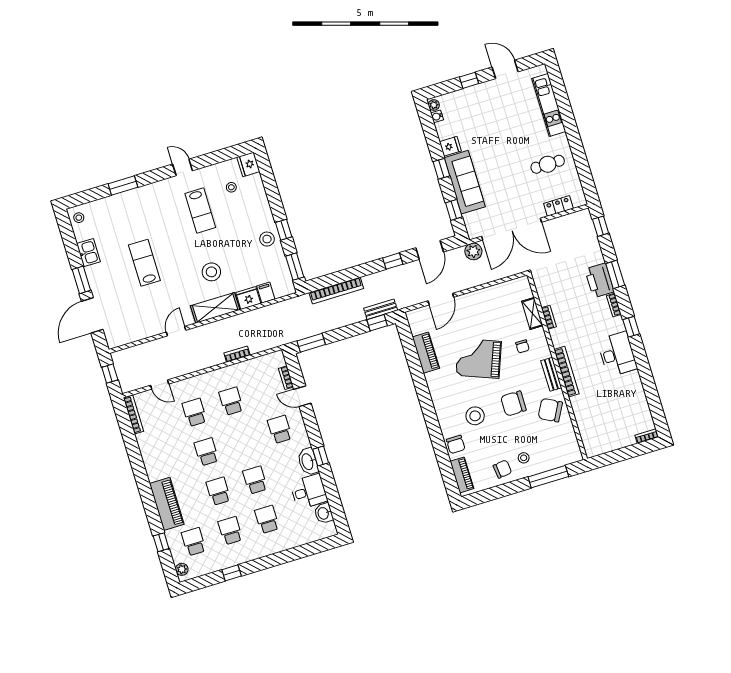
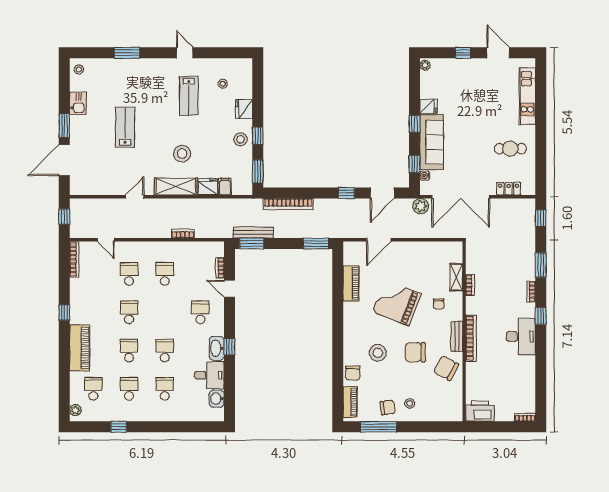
water cooler: (437, 116) -> (425, 176), moved
fridge: (248, 164) -> (244, 109), moved
printer: (600, 280) -> (480, 411), moved, turned 90
bench: (381, 309) -> (253, 233), moved, width x1.36
window: (377, 323) -> (316, 244), width x1.50
window: (548, 477) -> (379, 427), moved
window: (161, 542) -> (64, 312), moved

